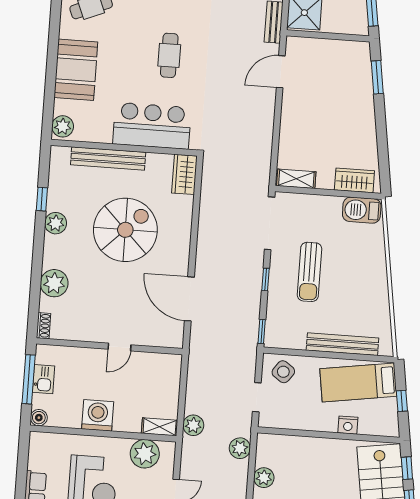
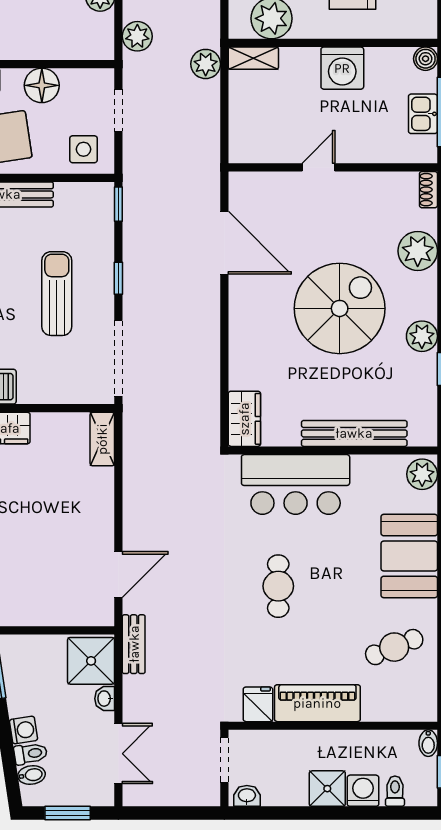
shelving: (296, 179) -> (102, 439), moved, turned 90
spiral stairs: (125, 230) -> (340, 308), moved, turned 180
side table: (283, 372) -> (84, 149), turned -35
floor lamp: (309, 419) -> (42, 85), added

